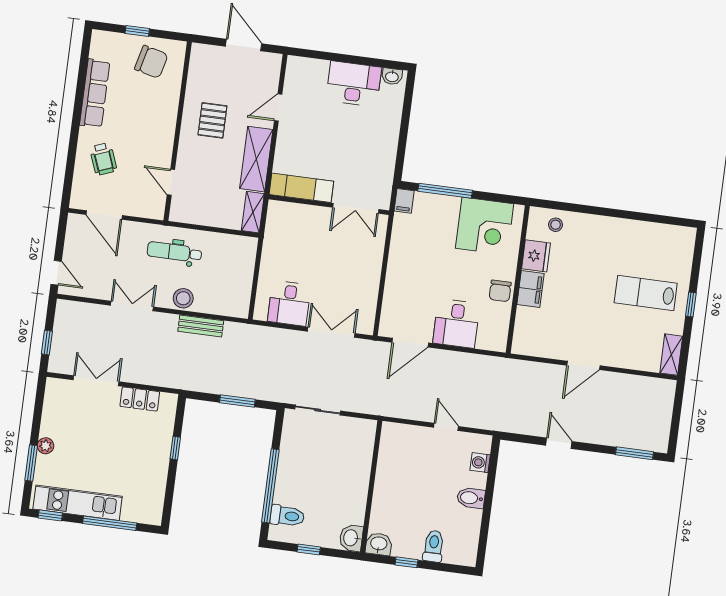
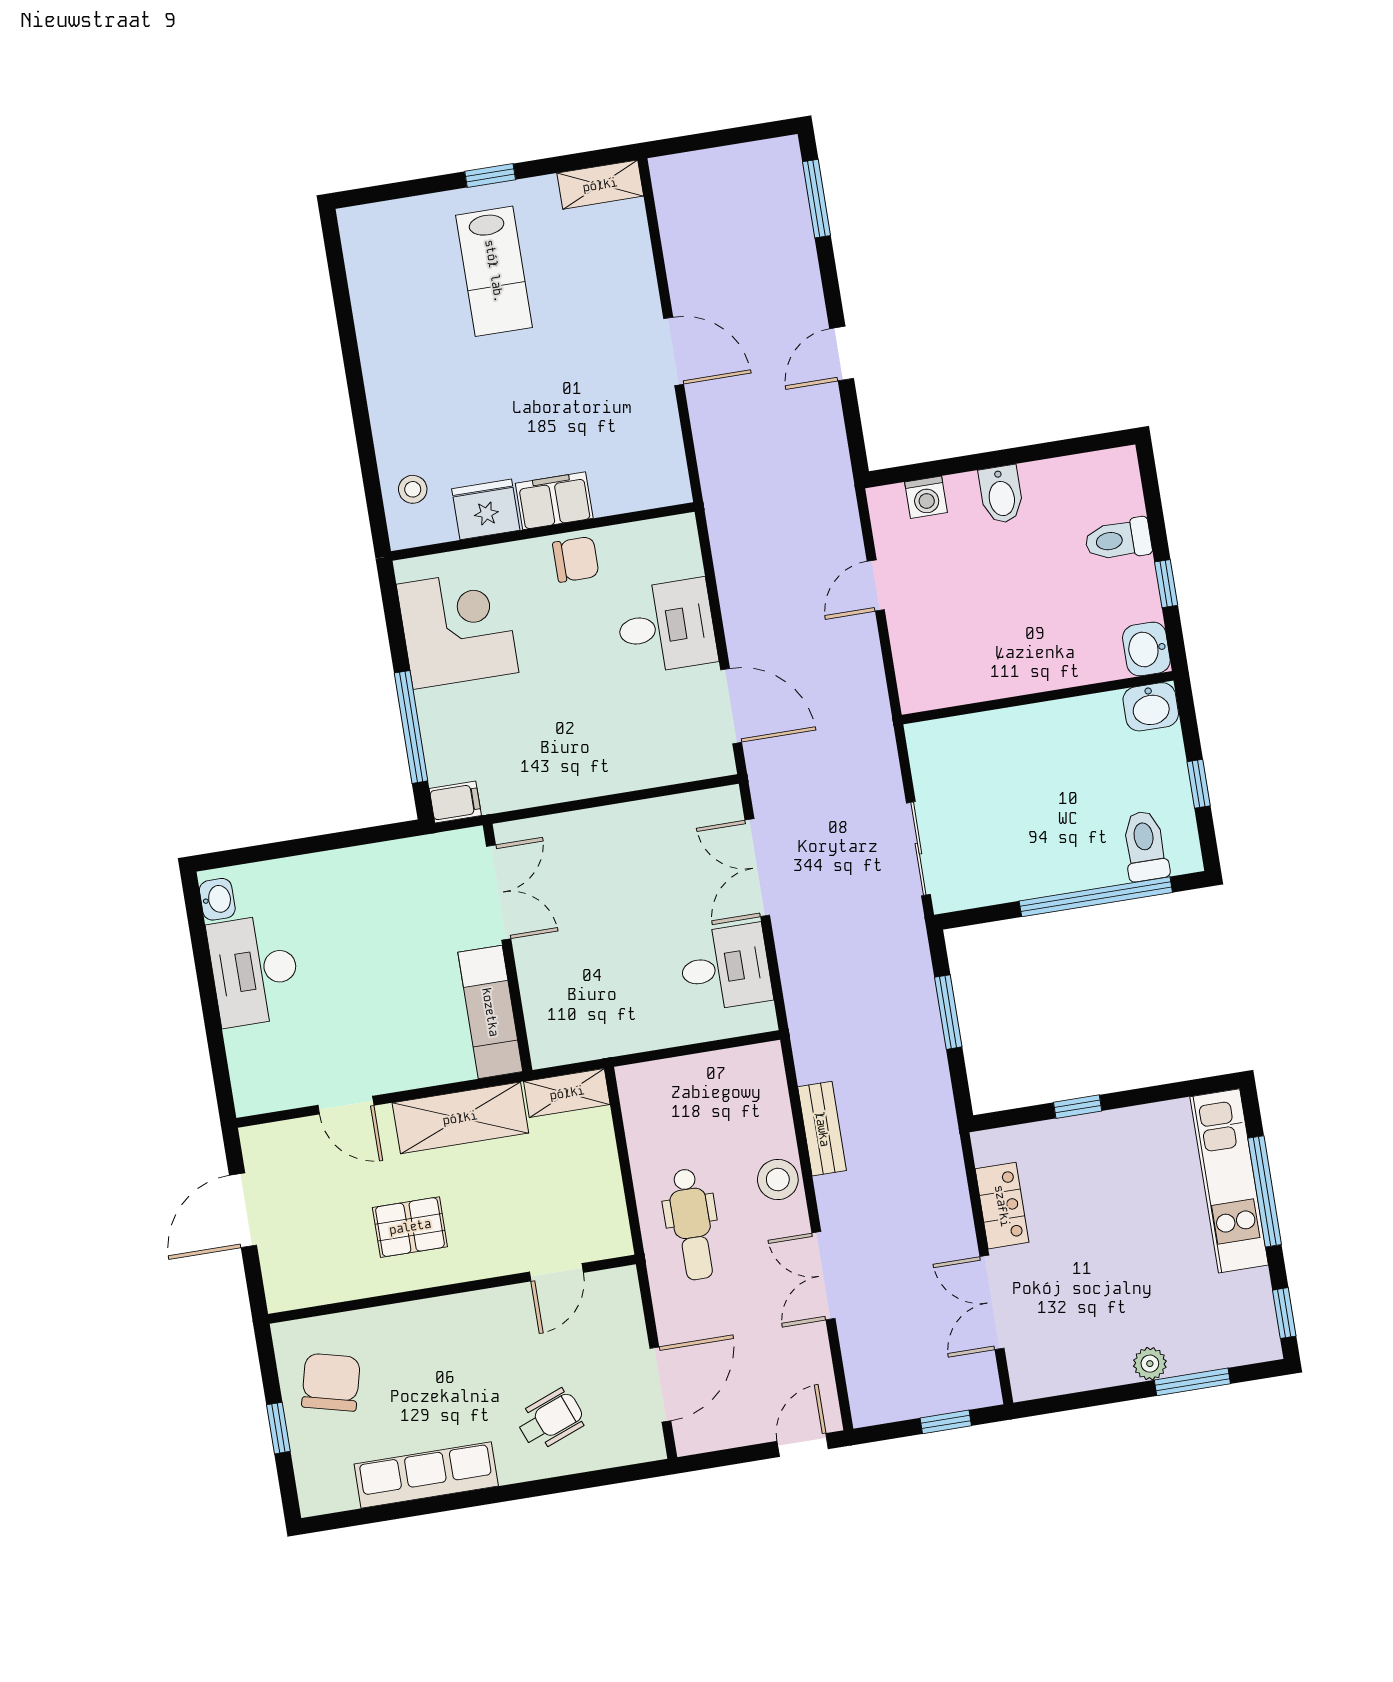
kitchen unit: (78, 503) -> (1229, 1181), moved

